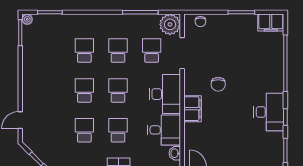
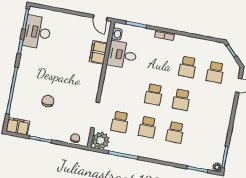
chair: (218, 84) -> (48, 101), moved
desk: (165, 94) -> (116, 84), removed
filing cabinet: (193, 109) -> (98, 52), moved
desk: (269, 112) -> (37, 32), moved
school desk: (118, 130) -> (215, 72), moved

